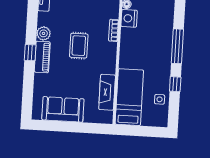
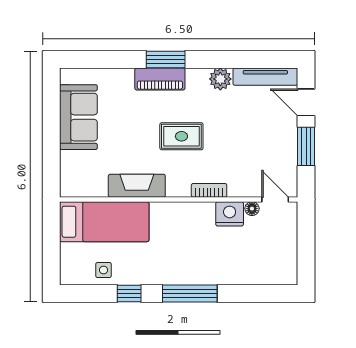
plant: (44, 33) -> (220, 79), moved
window: (30, 53) -> (166, 60), width x1.50
fireplace: (107, 92) -> (137, 186), moved

